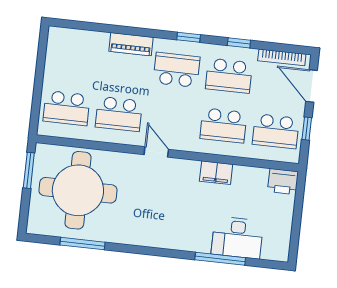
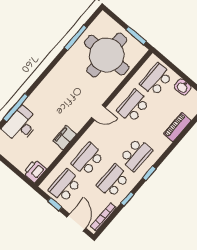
piano: (131, 44) -> (177, 127), moved
washbasin: (53, 69) -> (183, 87), added
door: (312, 86) -> (76, 223), hinge flipped

